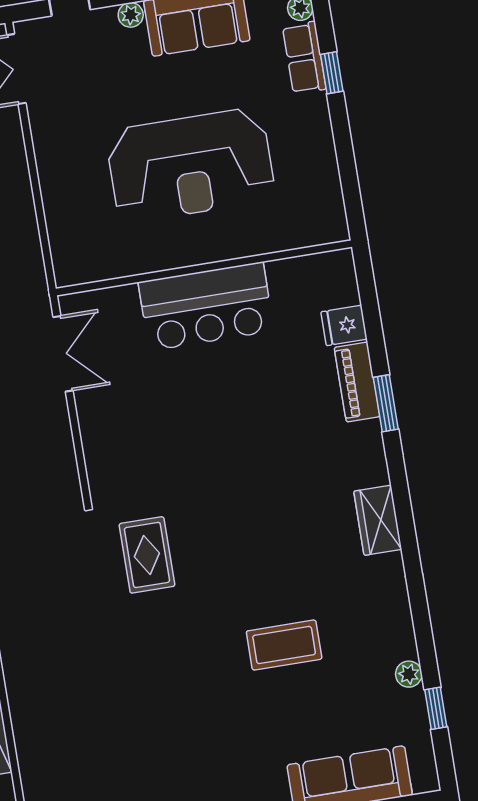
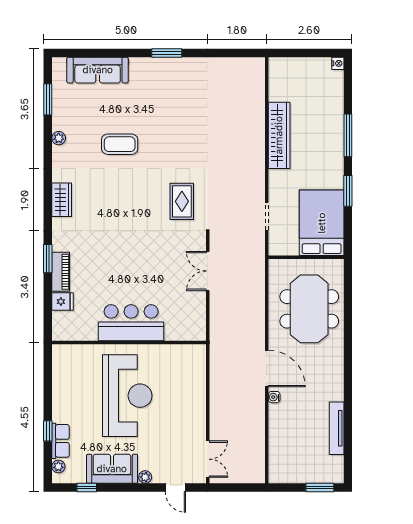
reception desk: (191, 165) -> (127, 396), turned 90
double door: (63, 354) -> (208, 271), moved
plant: (409, 674) -> (59, 138), moved
window: (436, 708) -> (48, 99), width x1.50

